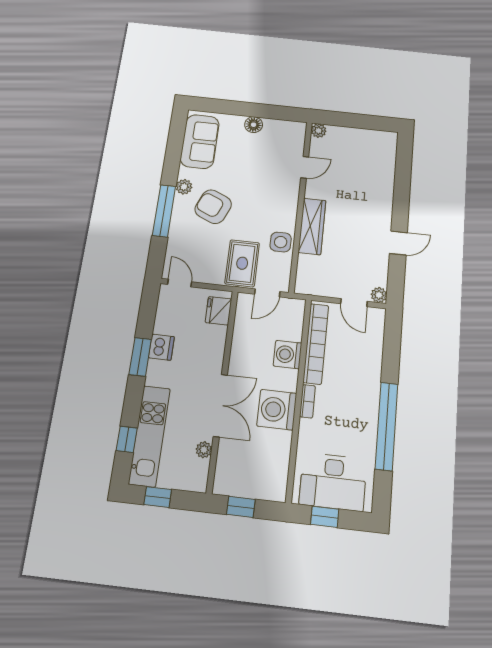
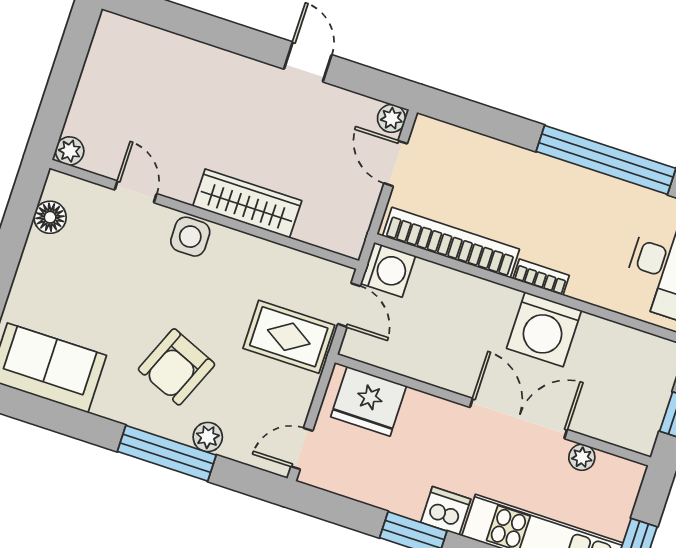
floor lamp: (254, 125) -> (50, 217), moved
plant: (184, 187) -> (208, 437), moved
side table: (281, 242) -> (190, 237), moved
door: (354, 303) -> (396, 163), swing flipped
fridge: (218, 311) -> (369, 401), width x1.36, depth x1.34
dishwasher: (161, 347) -> (446, 511), moved
washing machine: (288, 354) -> (388, 270), moved, turned -90

